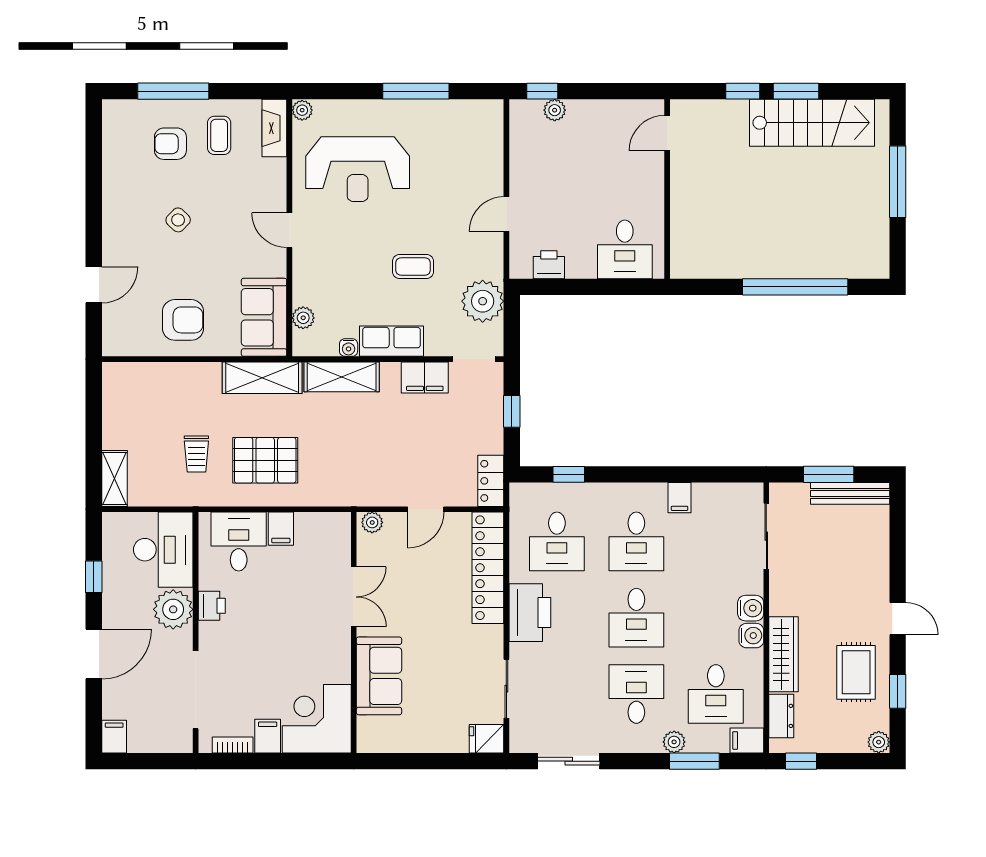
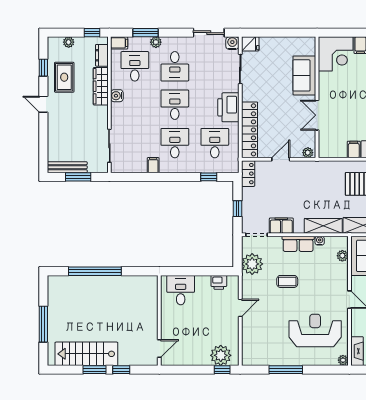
plant: (555, 110) -> (221, 355), width x1.87, depth x1.87
water cooler: (751, 608) -> (232, 43), moved, turned 90
plant: (879, 742) -> (69, 42), moved

